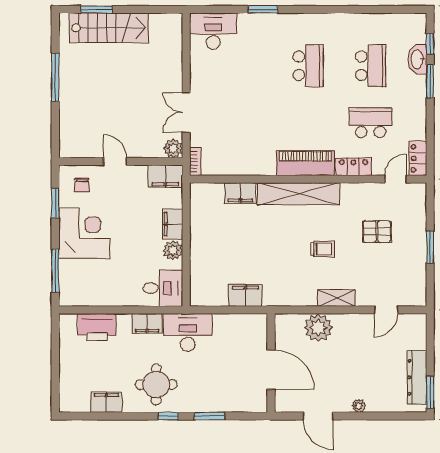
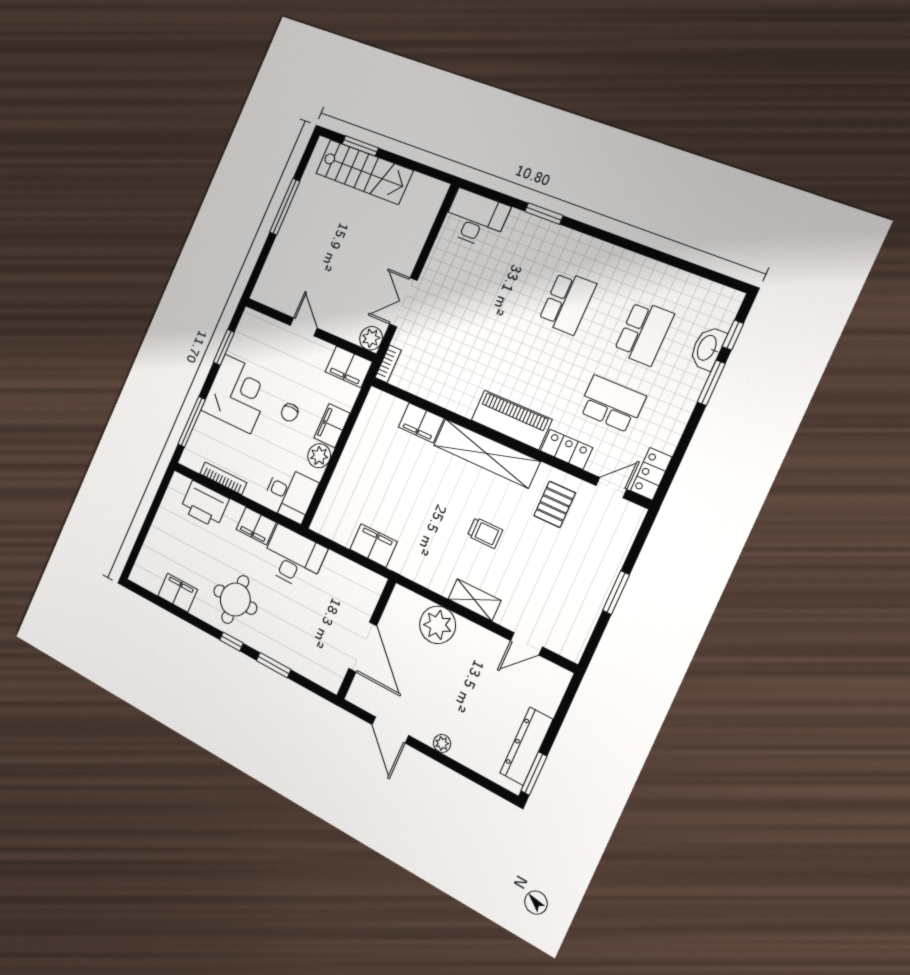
chair: (82, 185) -> (290, 412), moved
pallet: (377, 232) -> (555, 504), moved, turned 90
bookcase: (103, 301) -> (223, 478), added

